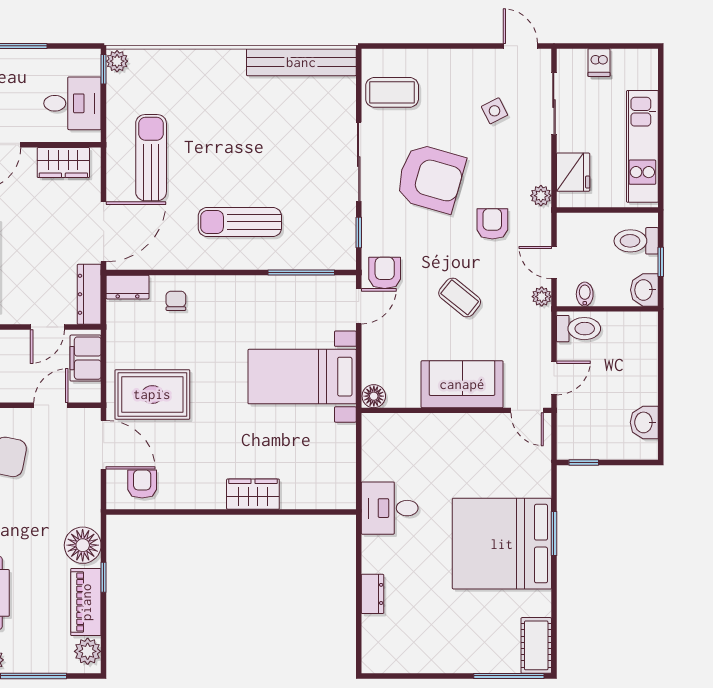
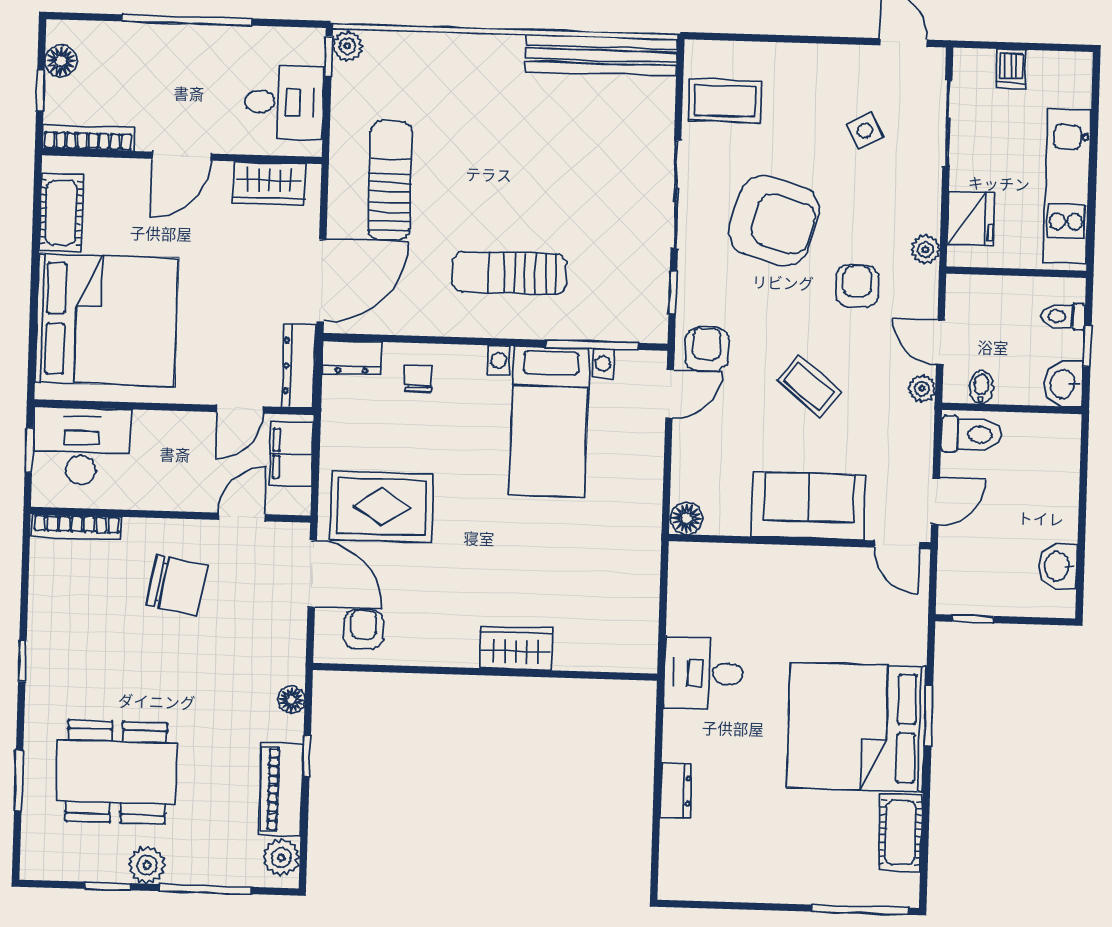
toilet: (636, 241) -> (1063, 316), width x0.73, depth x0.72
bed with nightstands: (302, 377) -> (549, 422), moved, turned -90
floor lamp: (83, 545) -> (291, 700), width x0.53, depth x0.53
cot: (536, 645) -> (901, 833), moved

